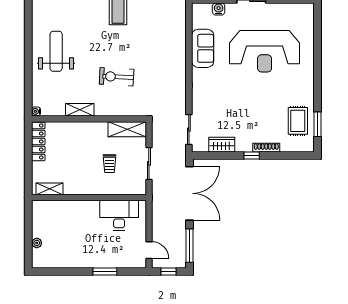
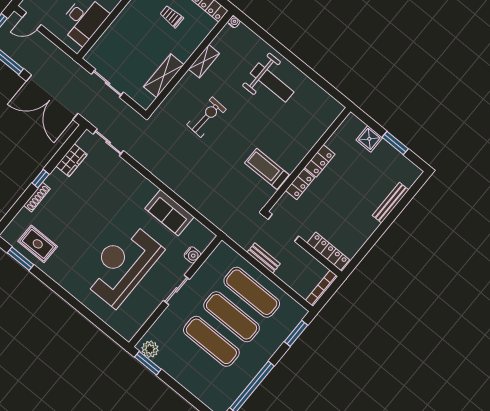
shelving: (127, 129) -> (164, 76), moved
trolley: (110, 164) -> (172, 16), moved

